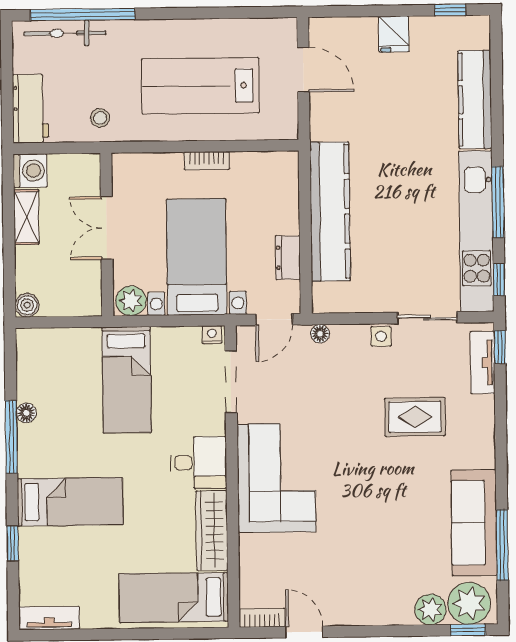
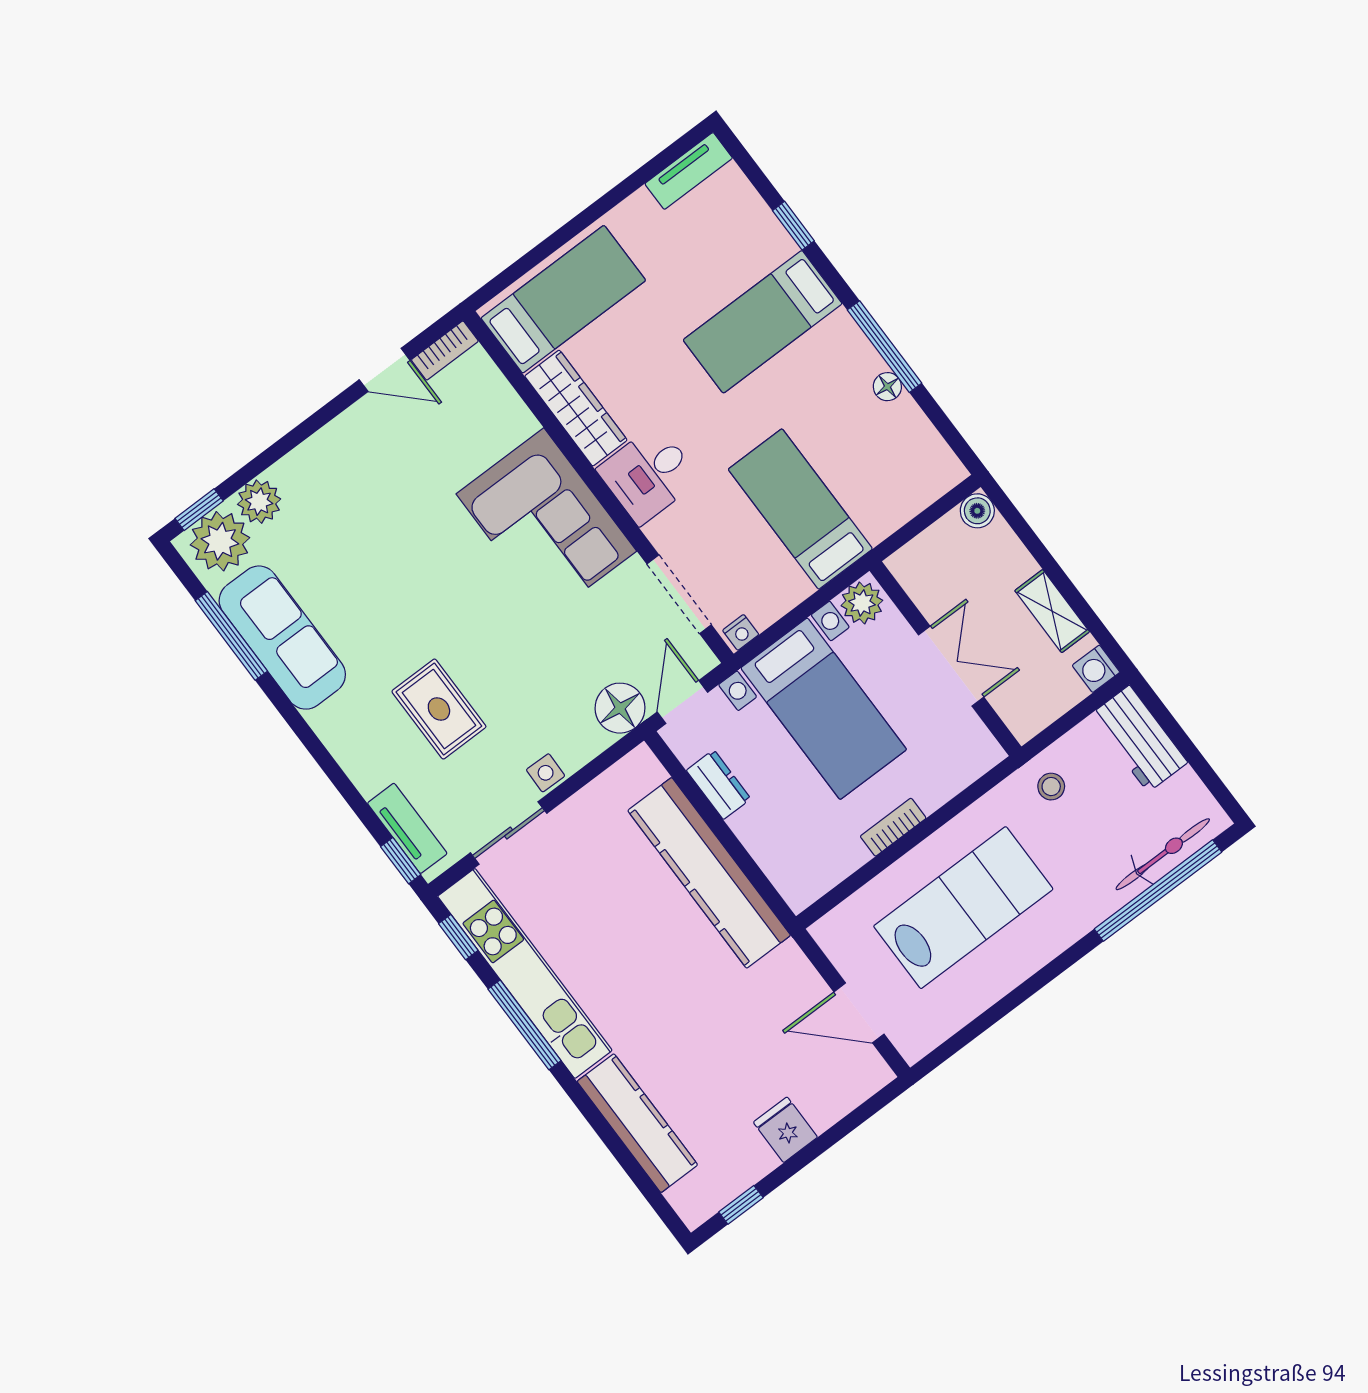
washing machine: (30, 171) -> (1096, 669), width x0.73, depth x0.73
floor lamp: (320, 334) -> (620, 708), width x1.89, depth x1.89
rug: (415, 417) -> (439, 709), turned 90

